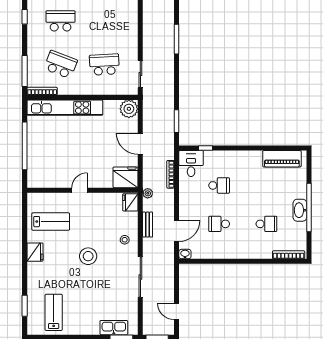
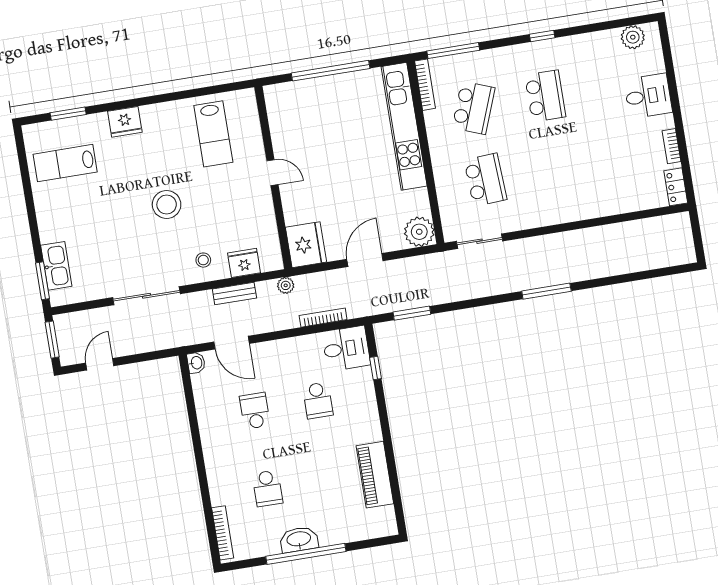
piano: (282, 159) -> (375, 475), moved
fridge: (130, 202) -> (244, 263), moved
fridge: (35, 252) -> (125, 122), moved
lab bench: (54, 312) -> (65, 163), turned 180

